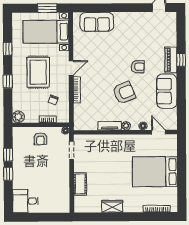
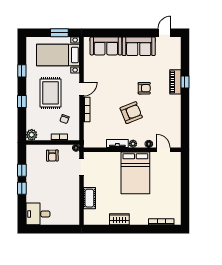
sofa: (167, 91) -> (139, 46), moved, turned -90
bed: (155, 172) -> (135, 173), moved, turned -90

